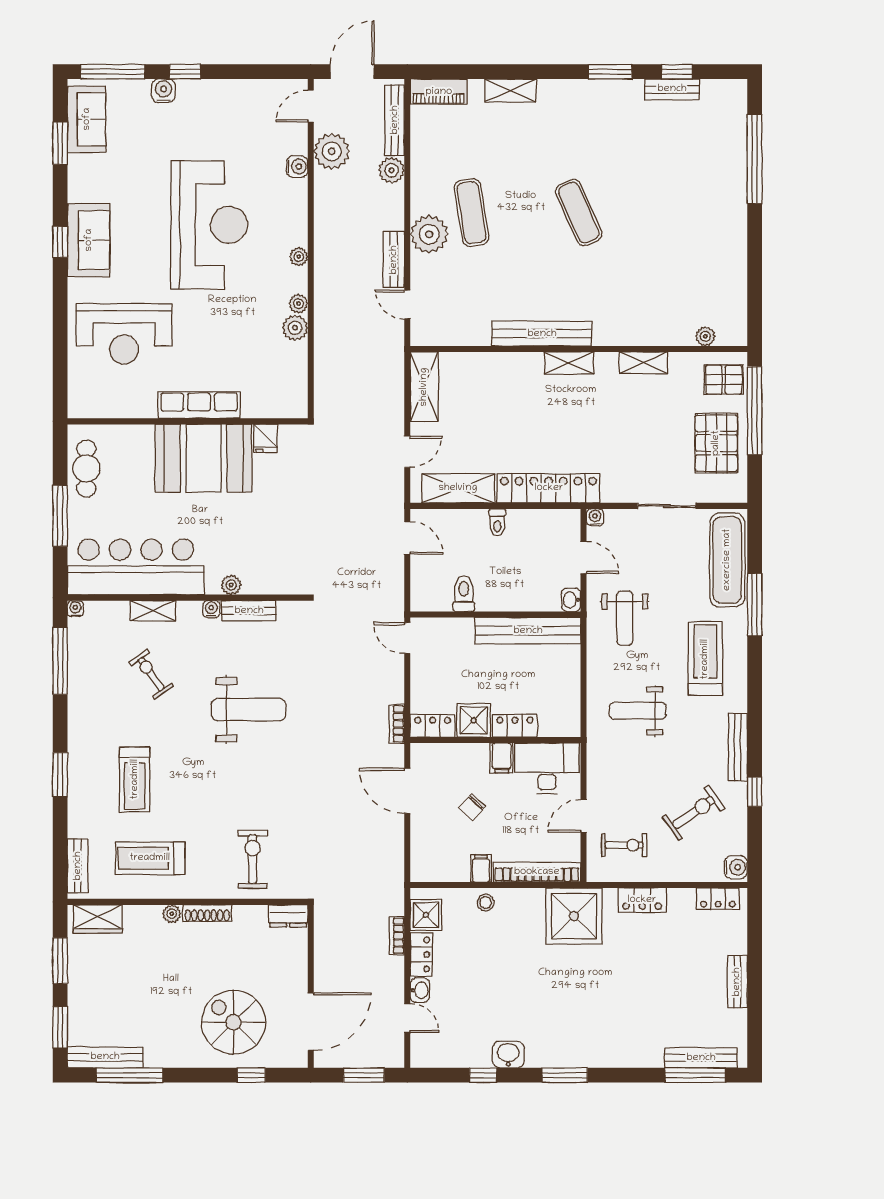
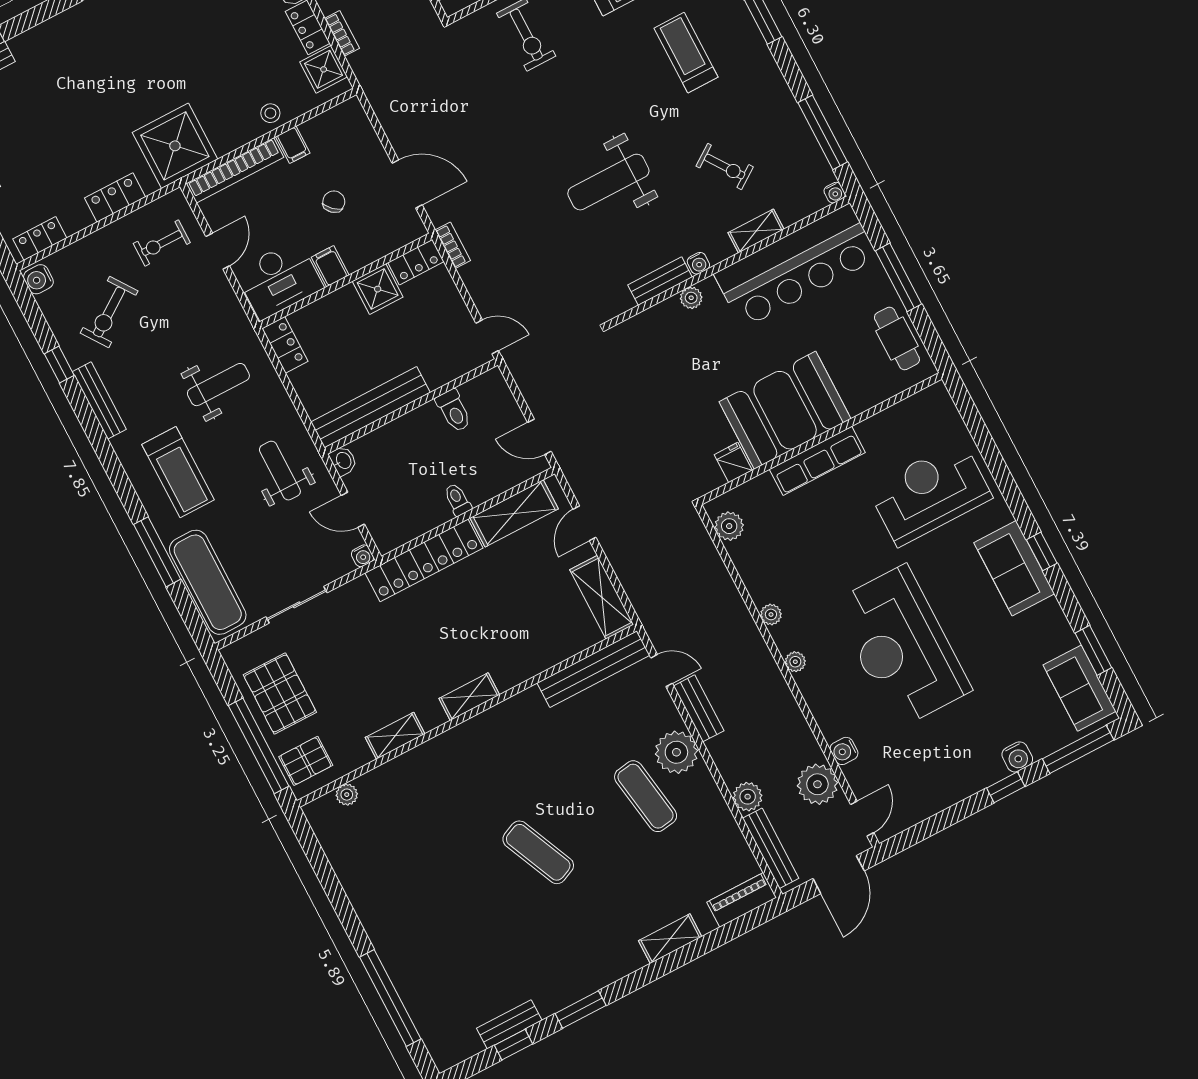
plant: (295, 328) -> (729, 526), moved
bench: (542, 334) -> (593, 669), moved
locker: (515, 726) -> (285, 345), moved, turned -90

